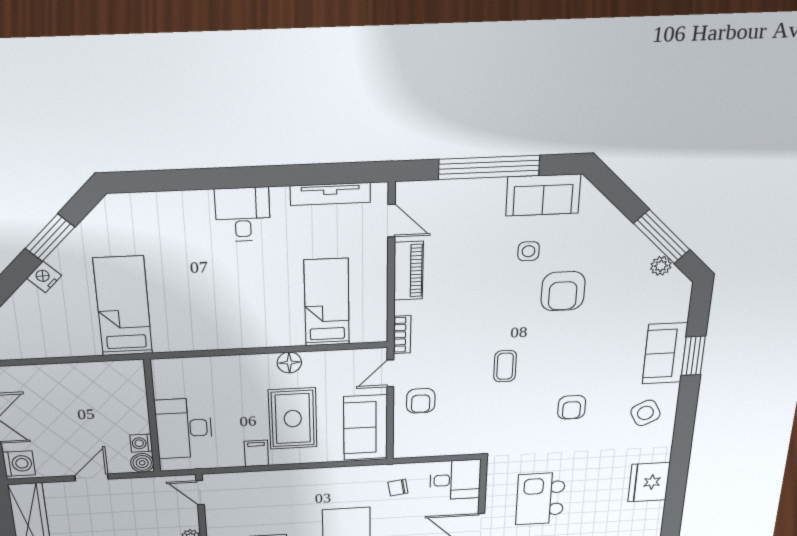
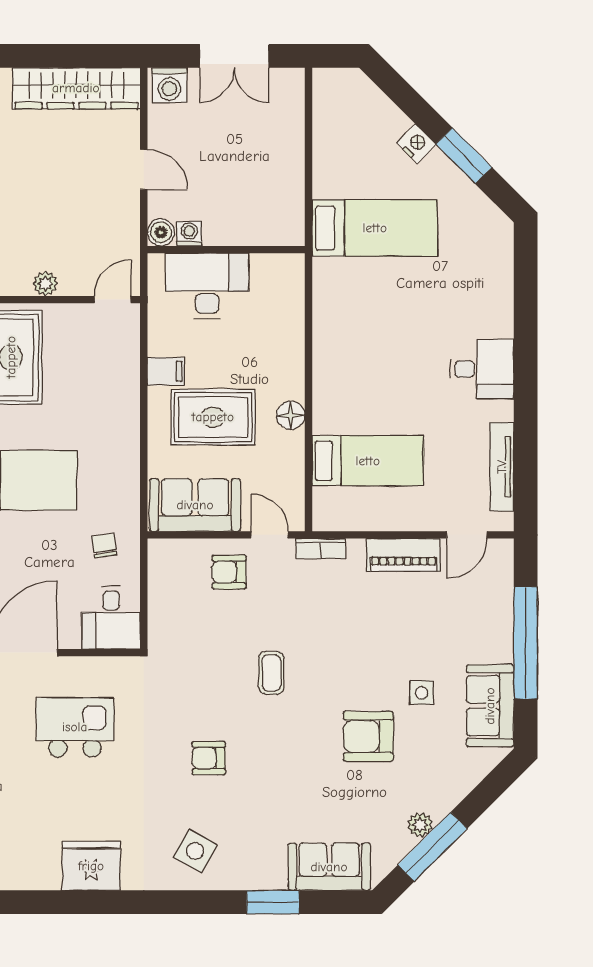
plant: (661, 266) -> (420, 825), moved
sofa: (665, 353) -> (329, 867), moved
coffee table: (505, 366) -> (271, 673), turned 90
side table: (645, 413) -> (195, 851), turned -34

